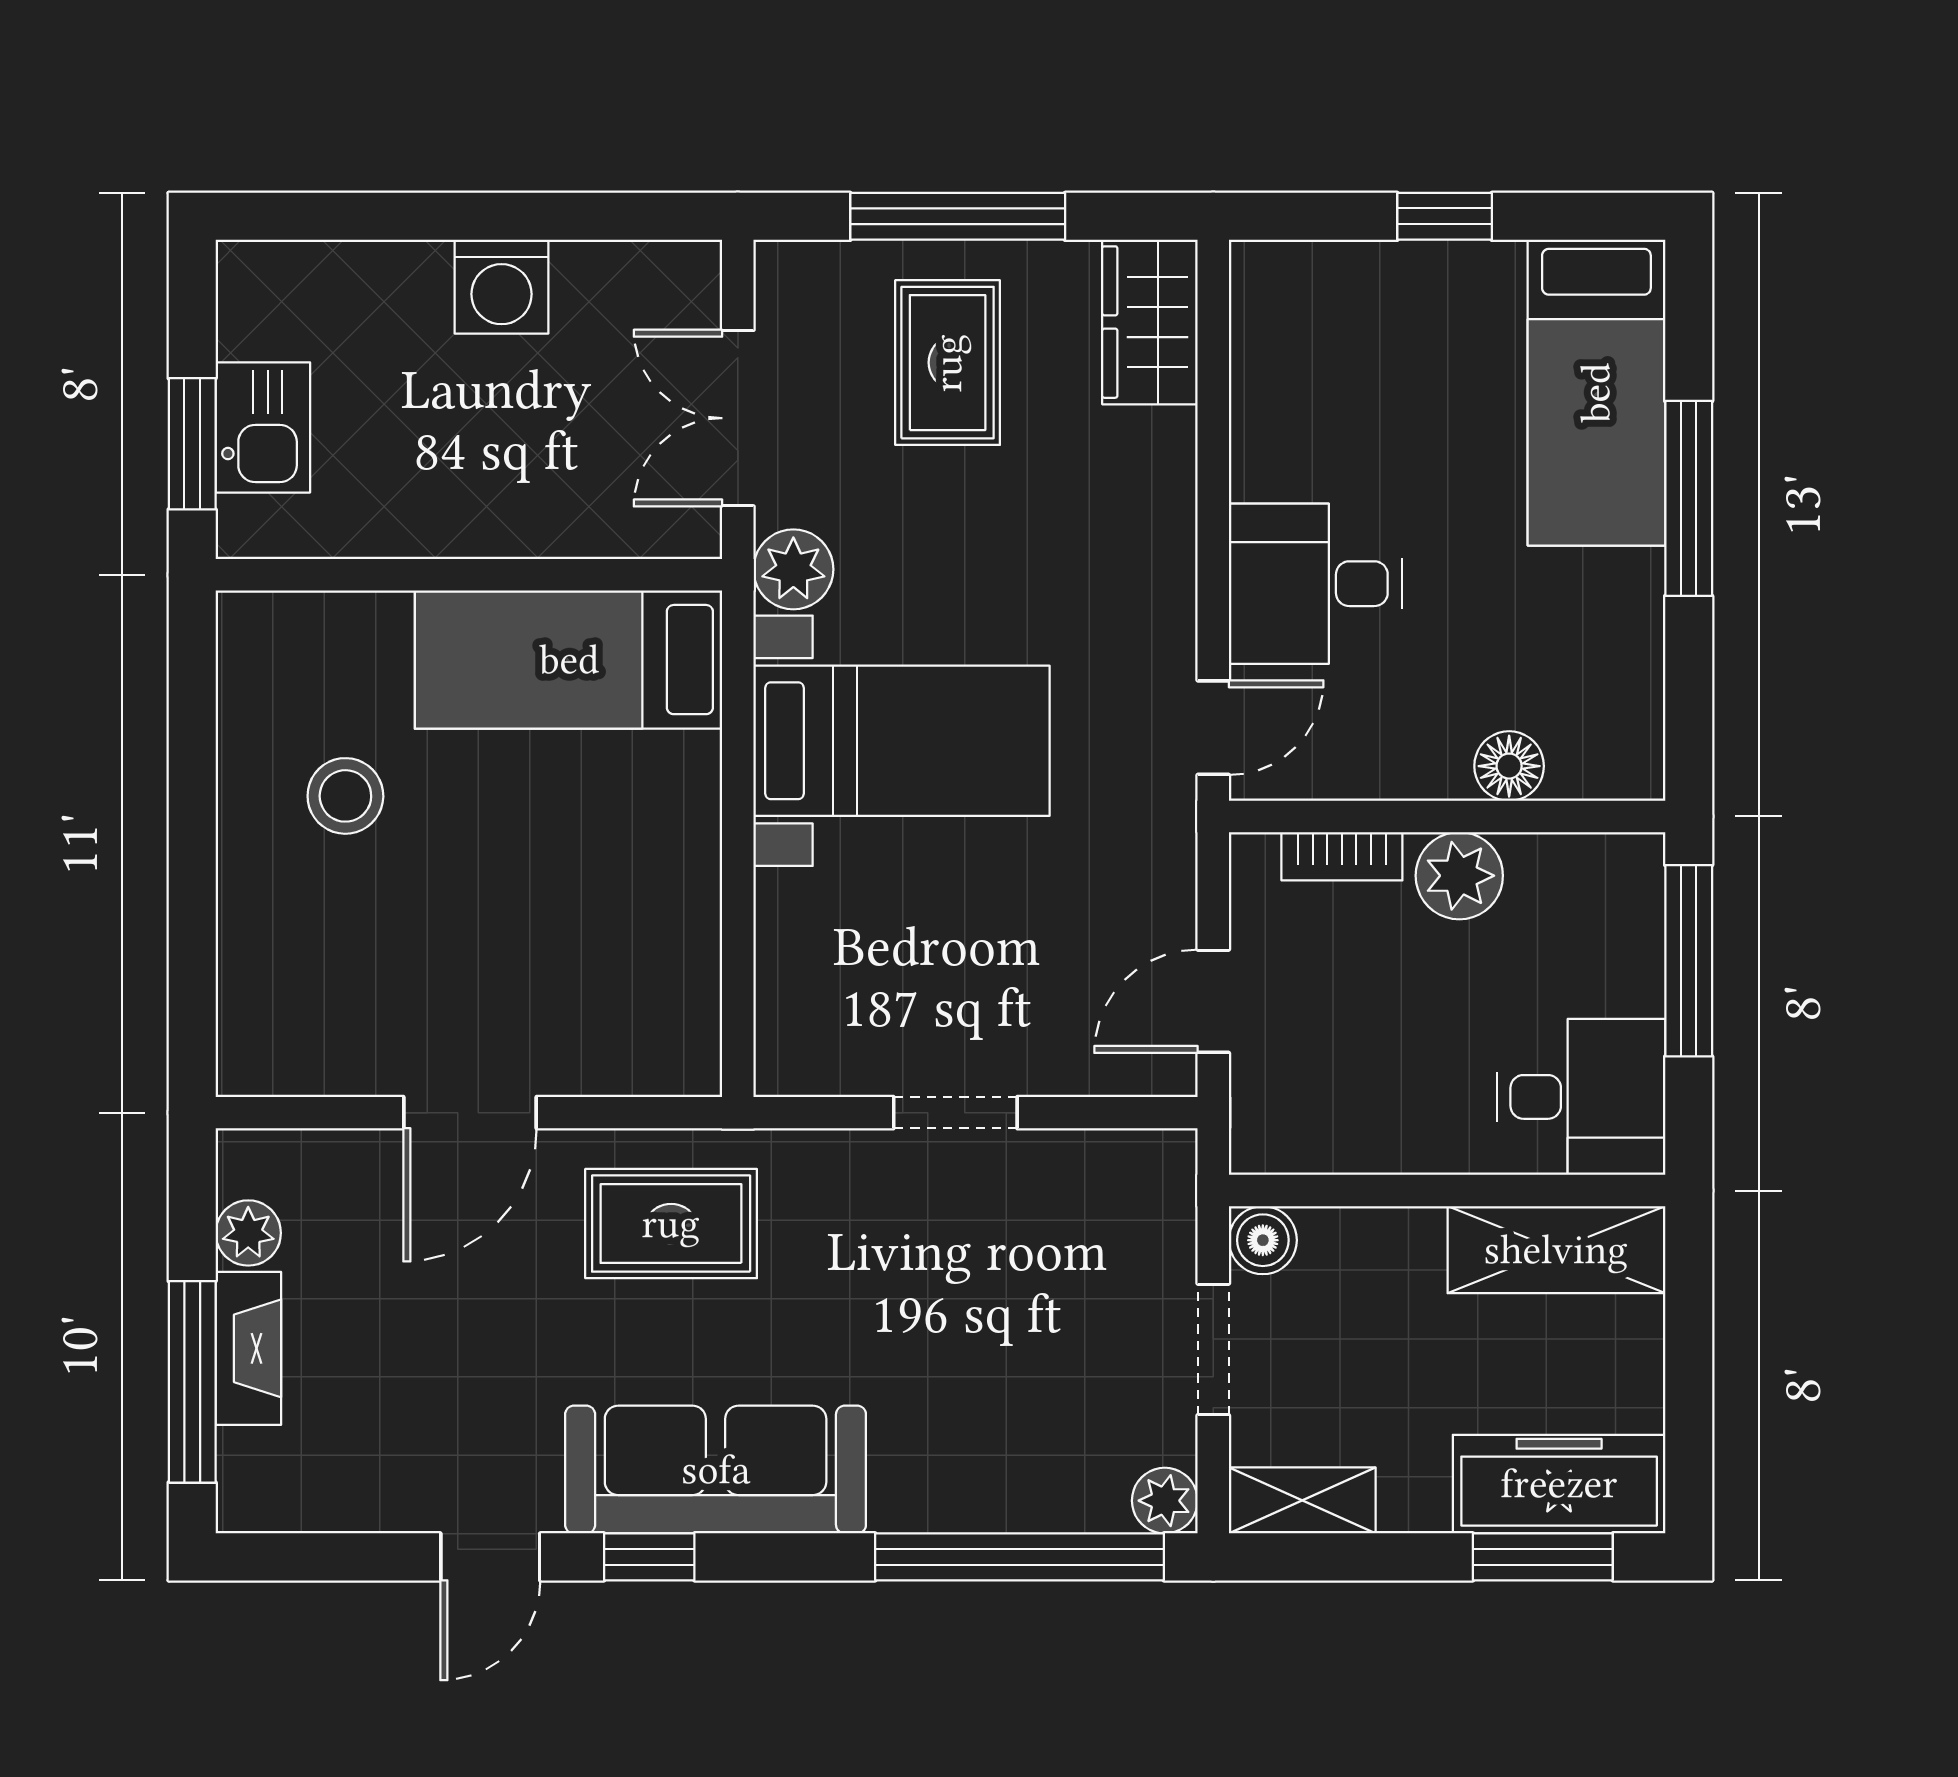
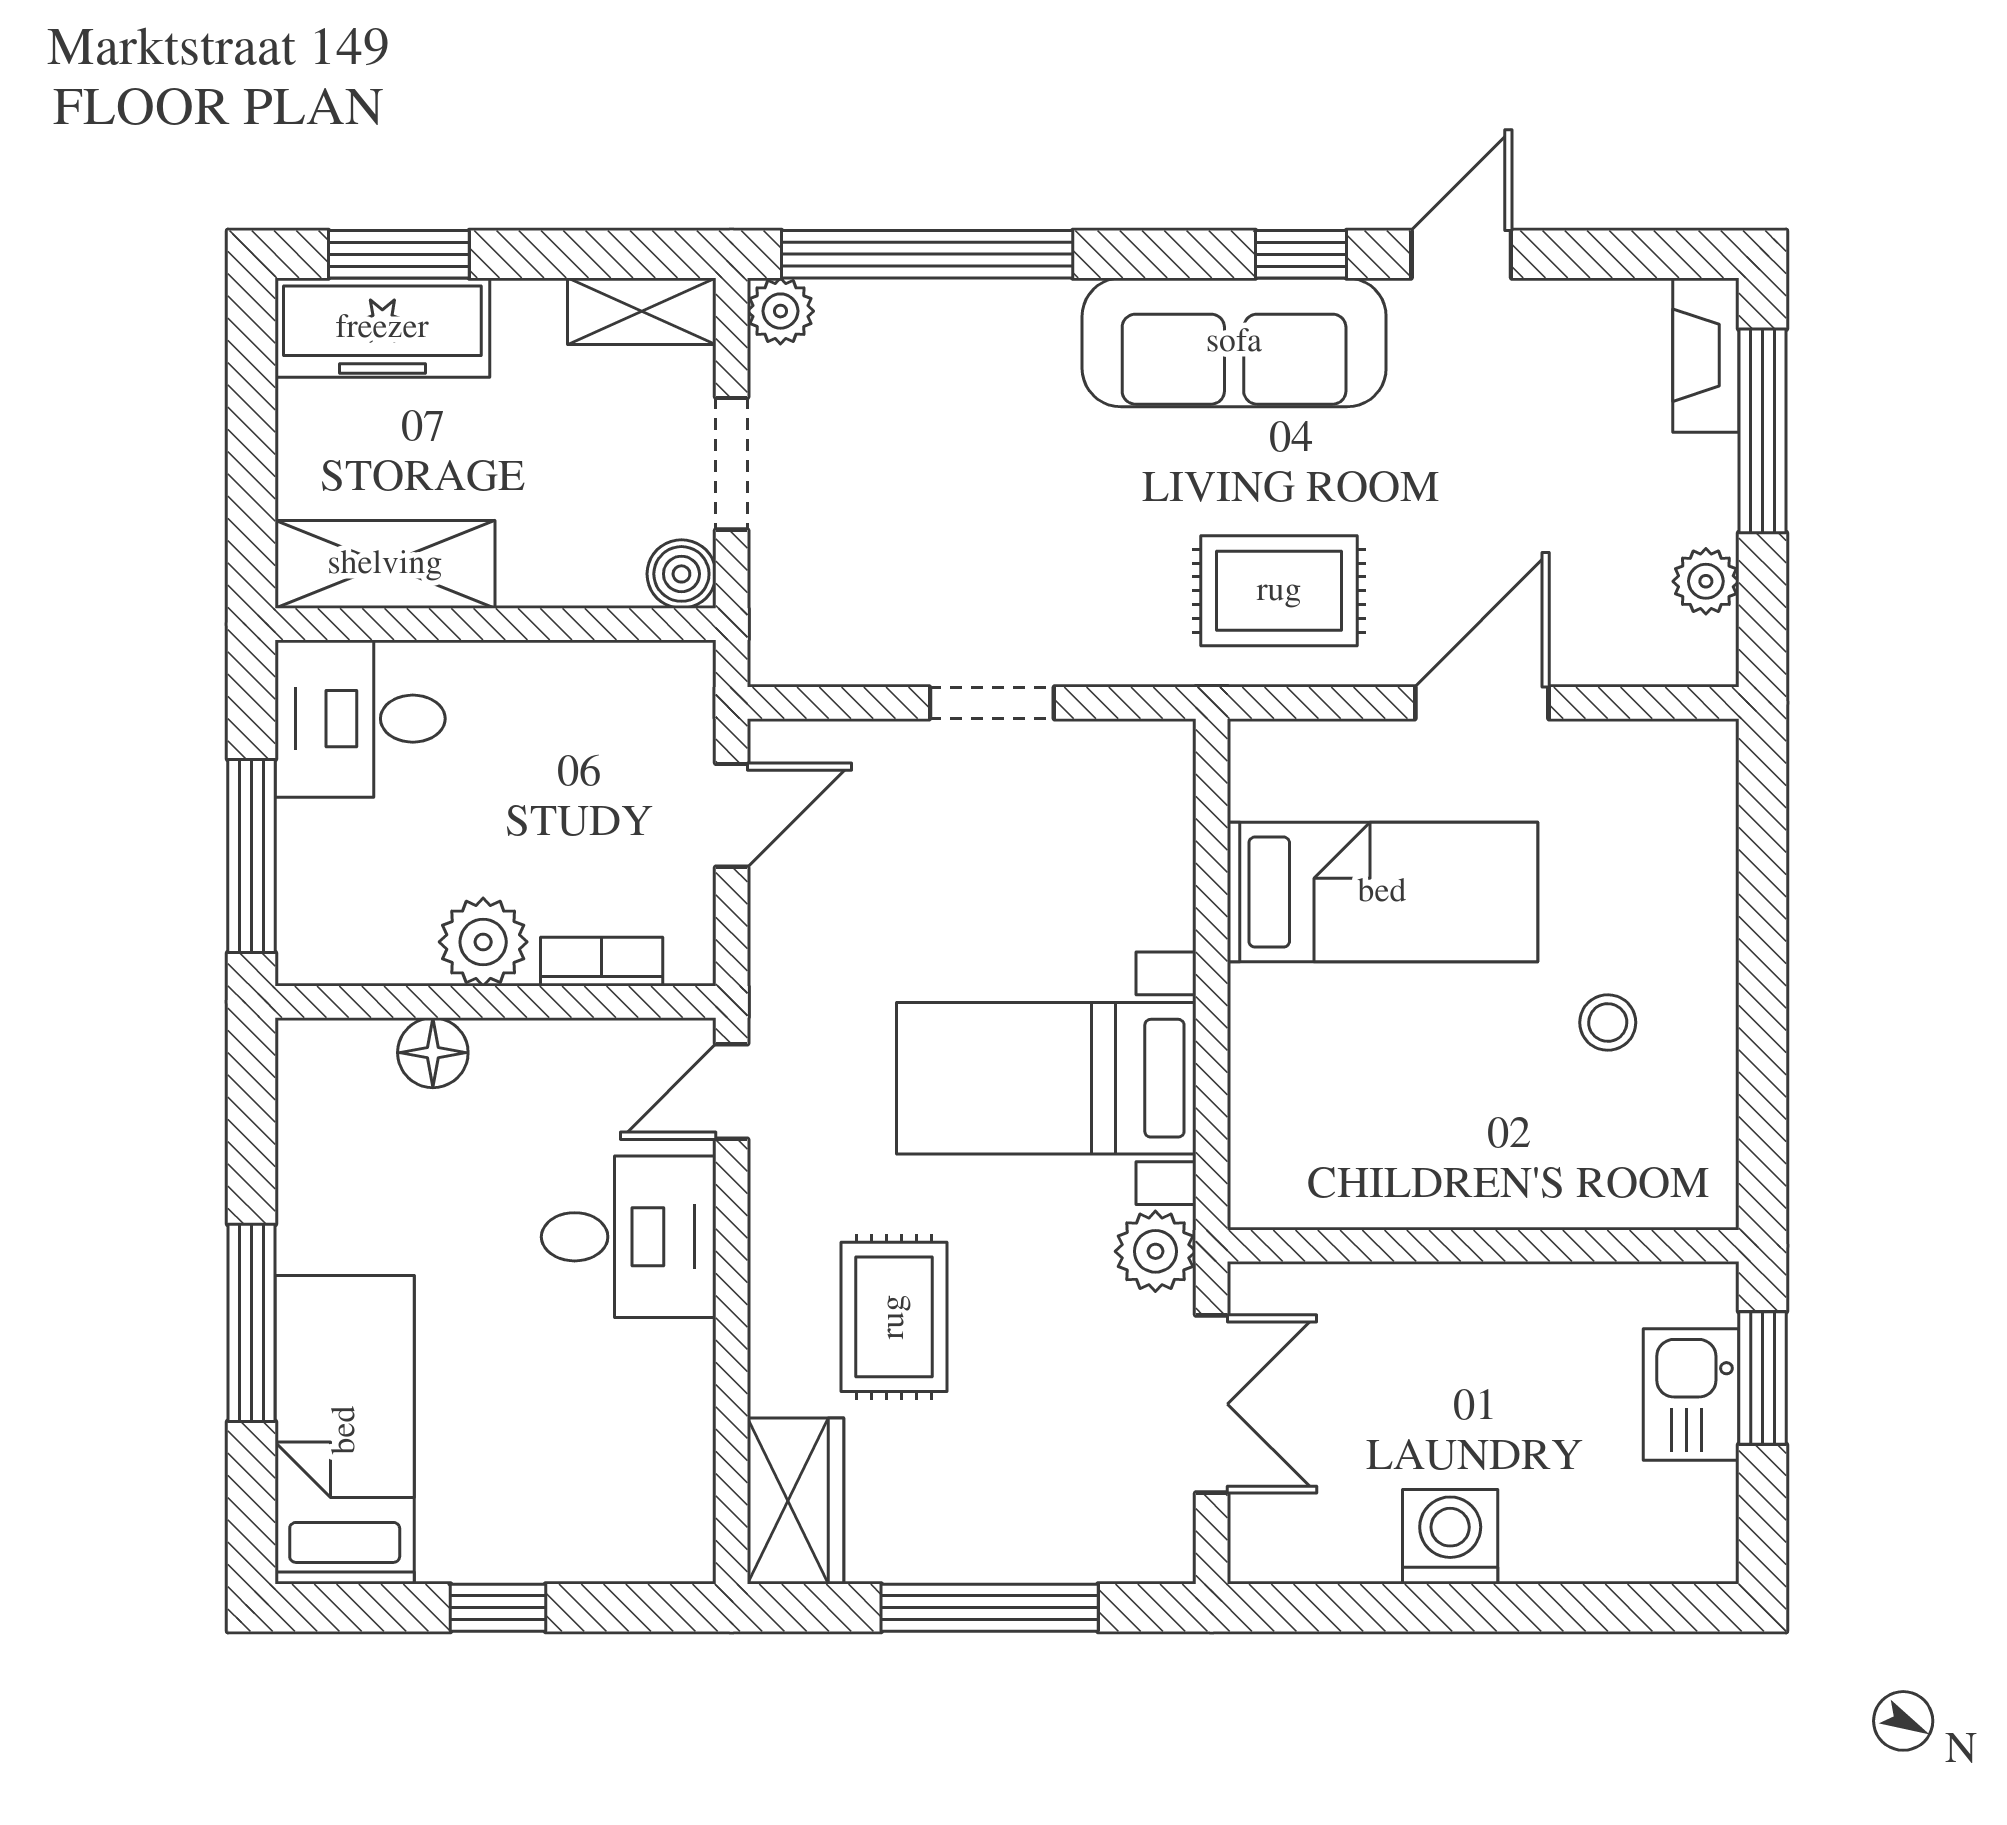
rug: (948, 363) -> (894, 1317), moved
bed: (569, 660) -> (1382, 892), moved
stool: (345, 796) -> (1608, 1022), width x0.73, depth x0.73
fireplace: (248, 1348) -> (1706, 355), moved

